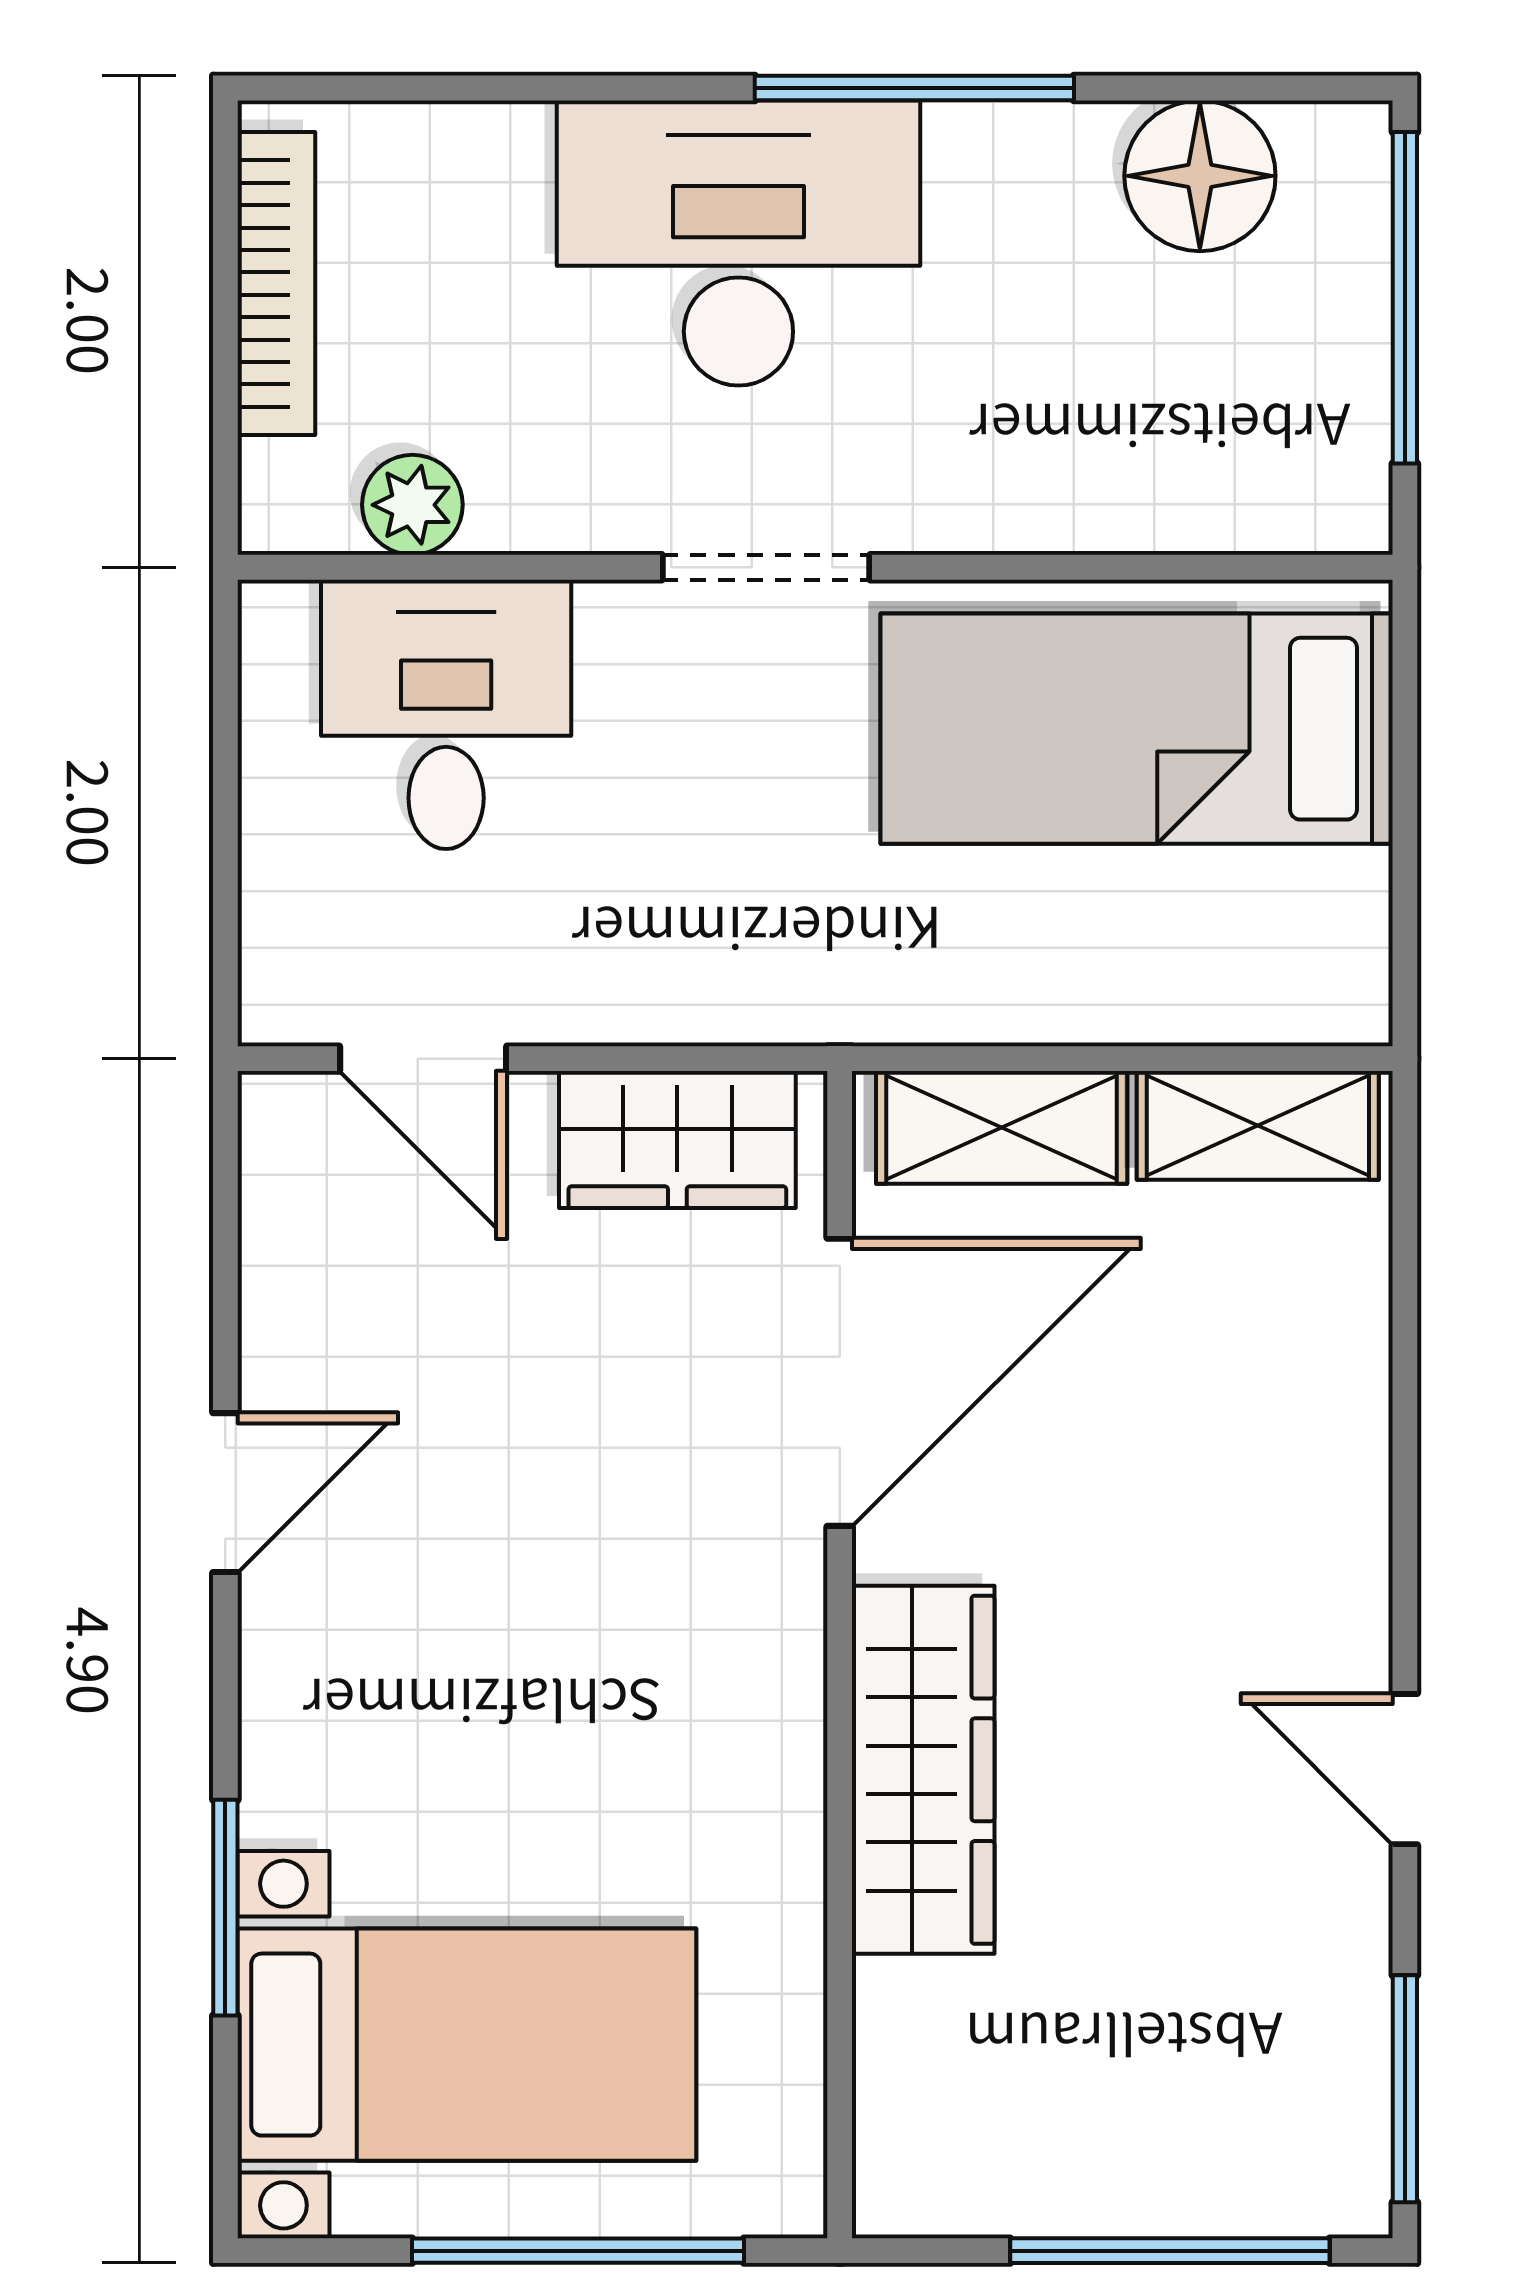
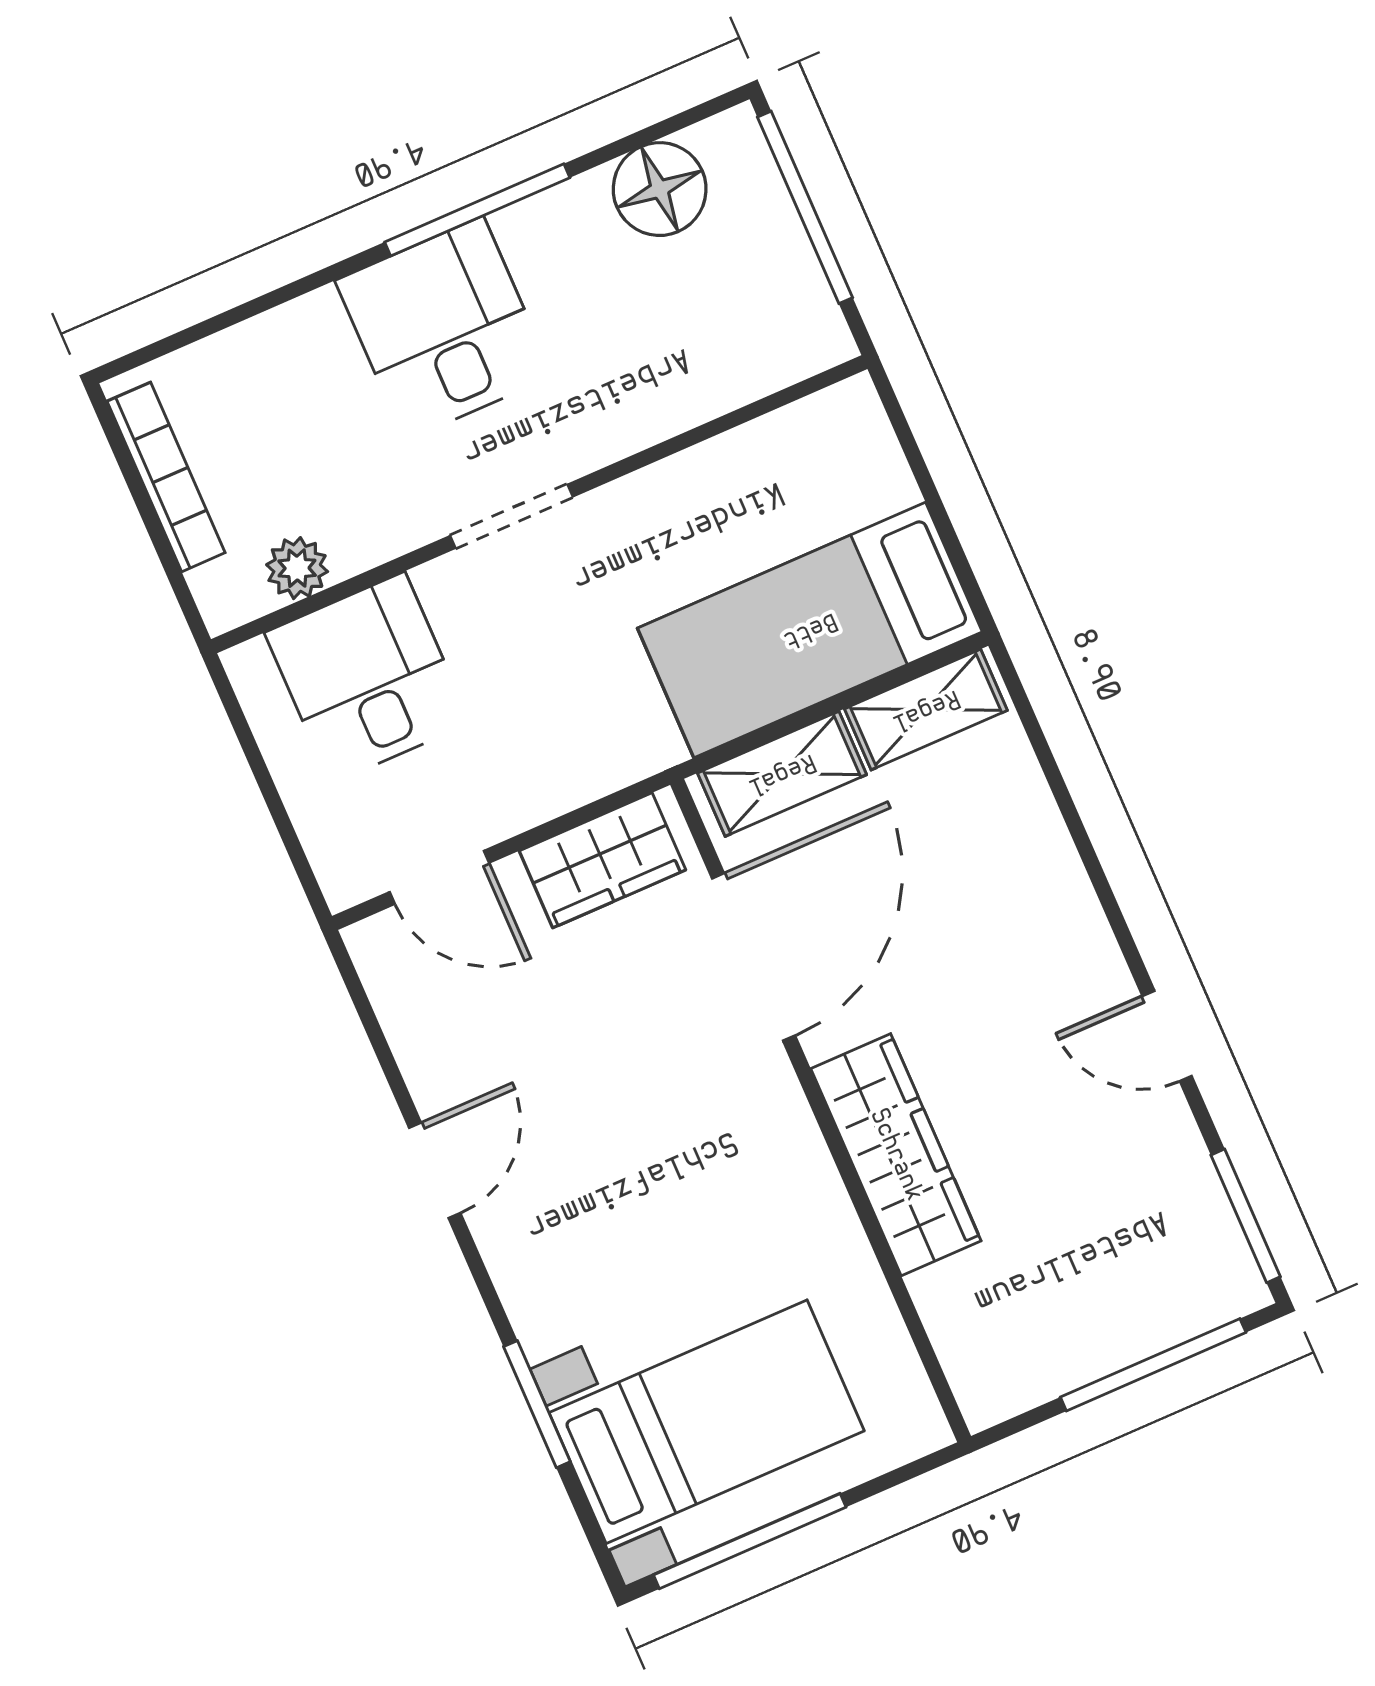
desk: (738, 243) -> (444, 328), width x0.73
bed: (1137, 729) -> (810, 630), moved
window: (578, 2251) -> (750, 1541), moved

